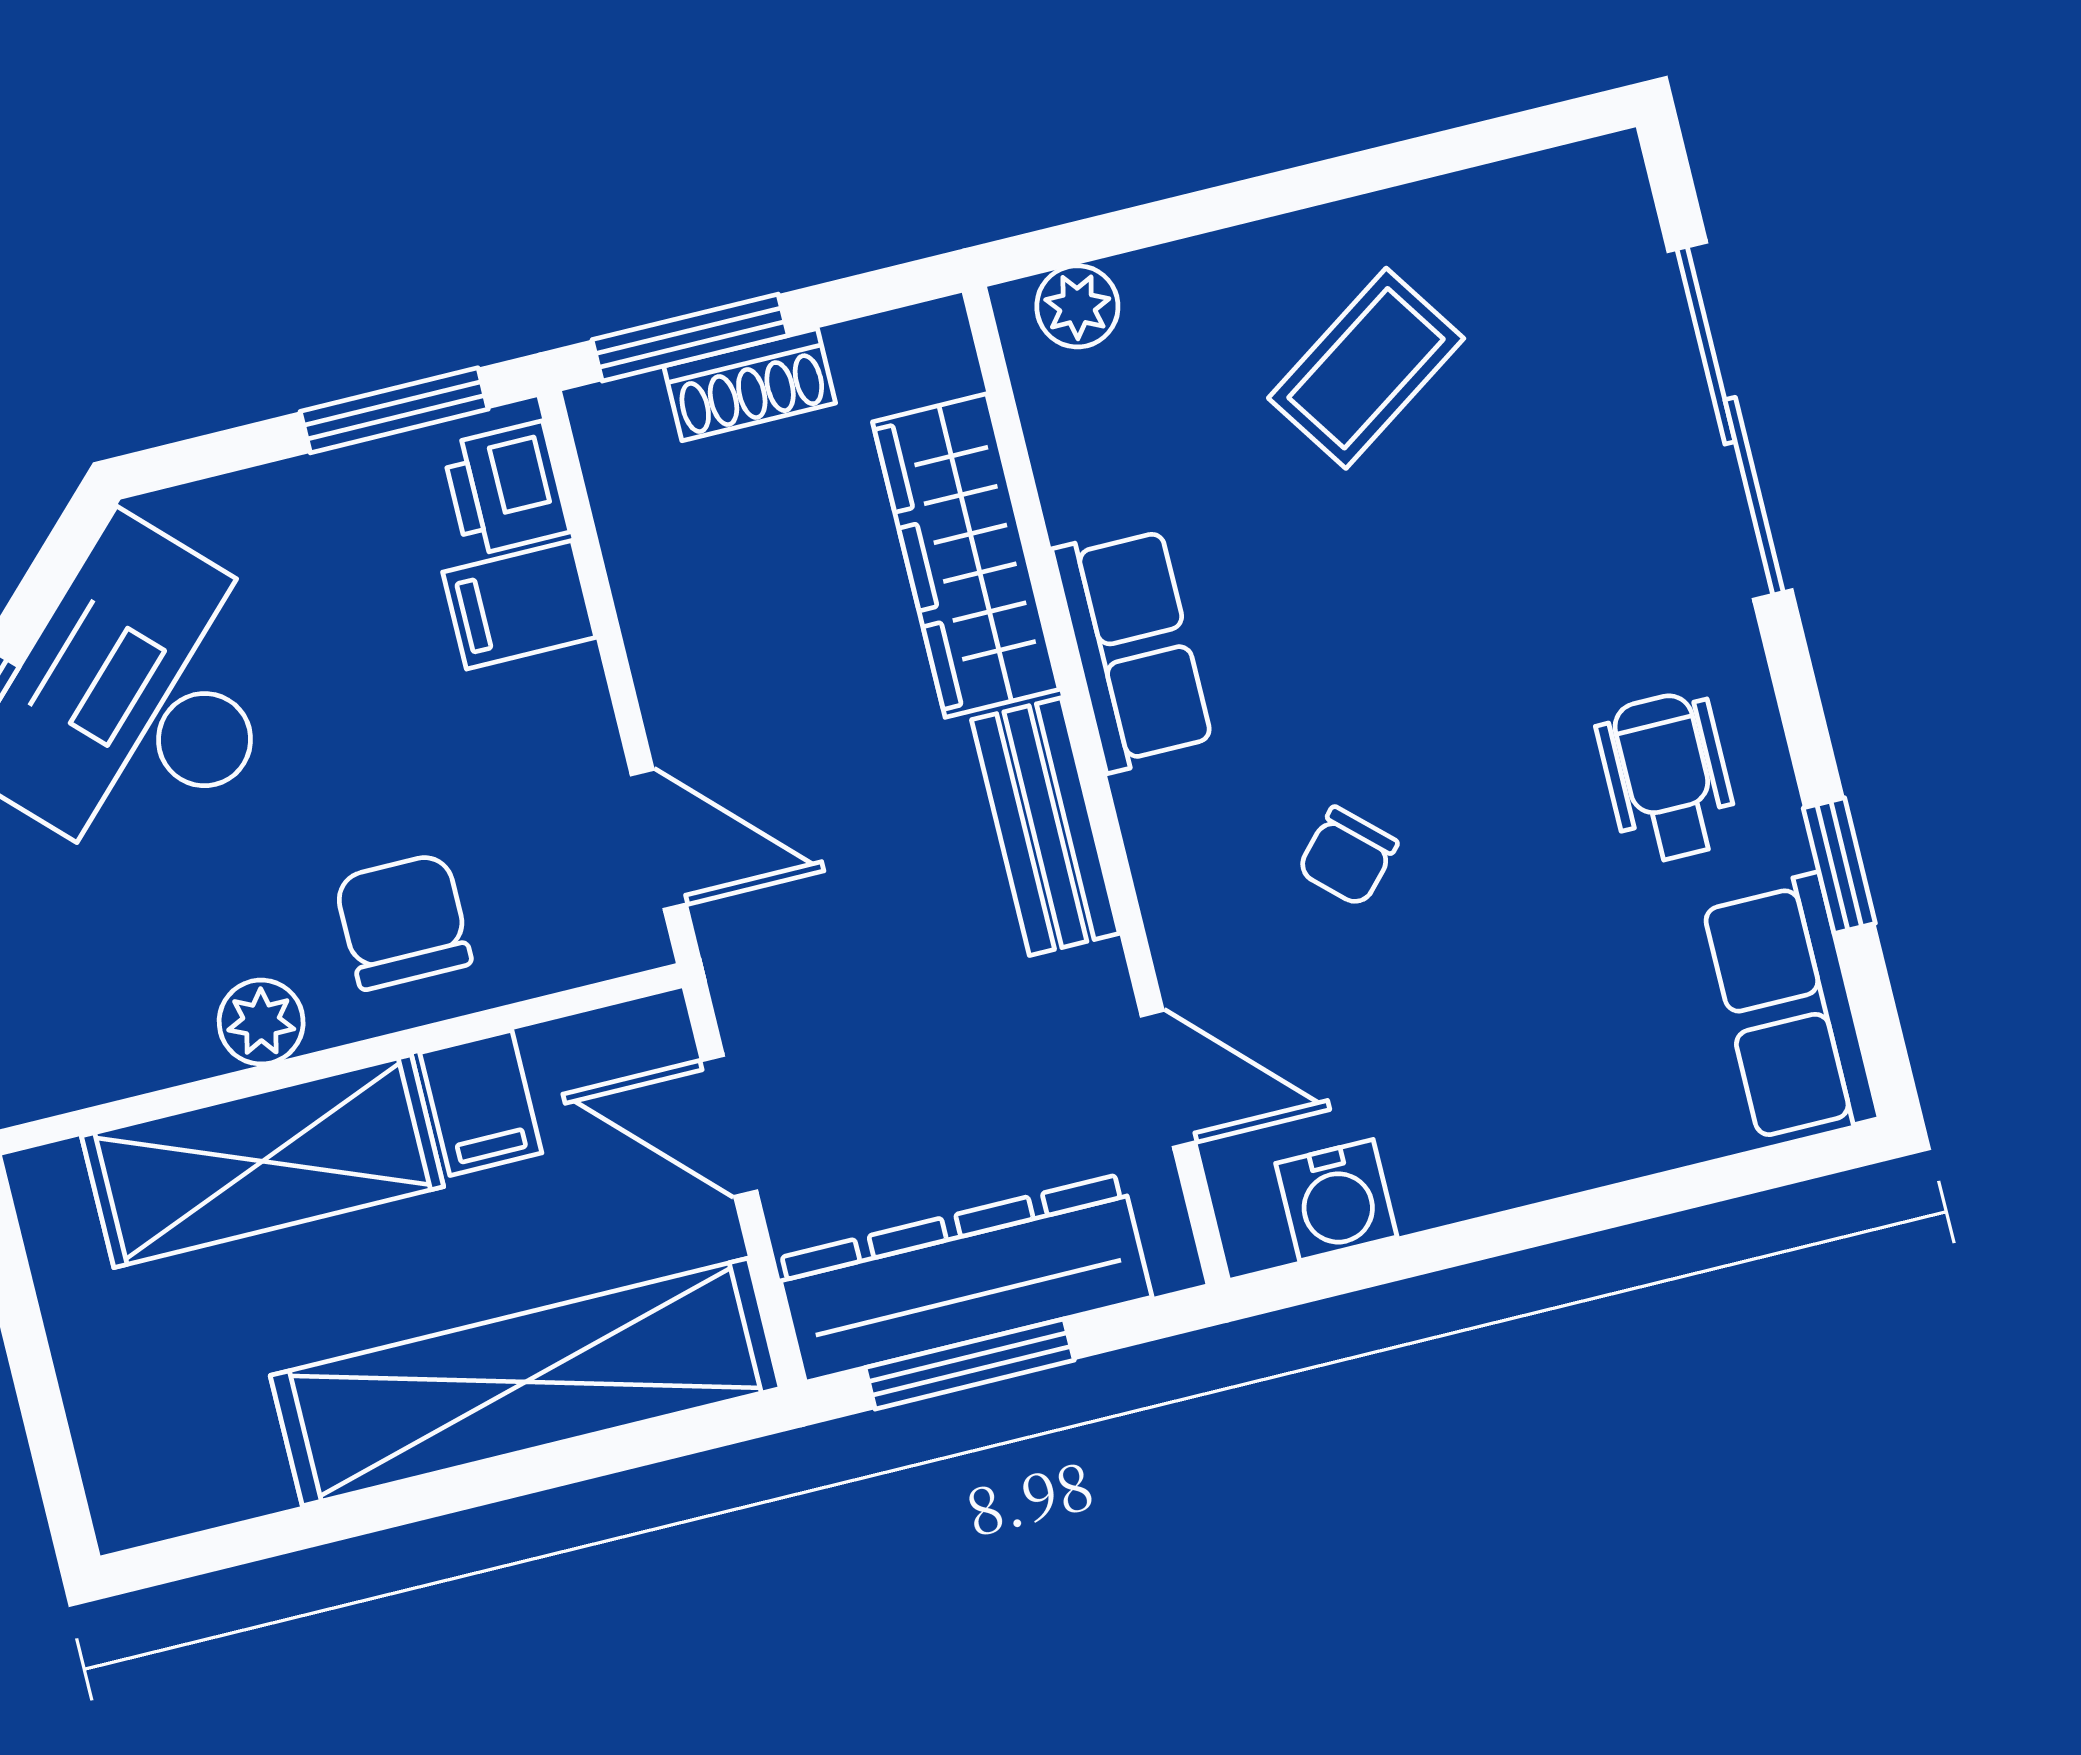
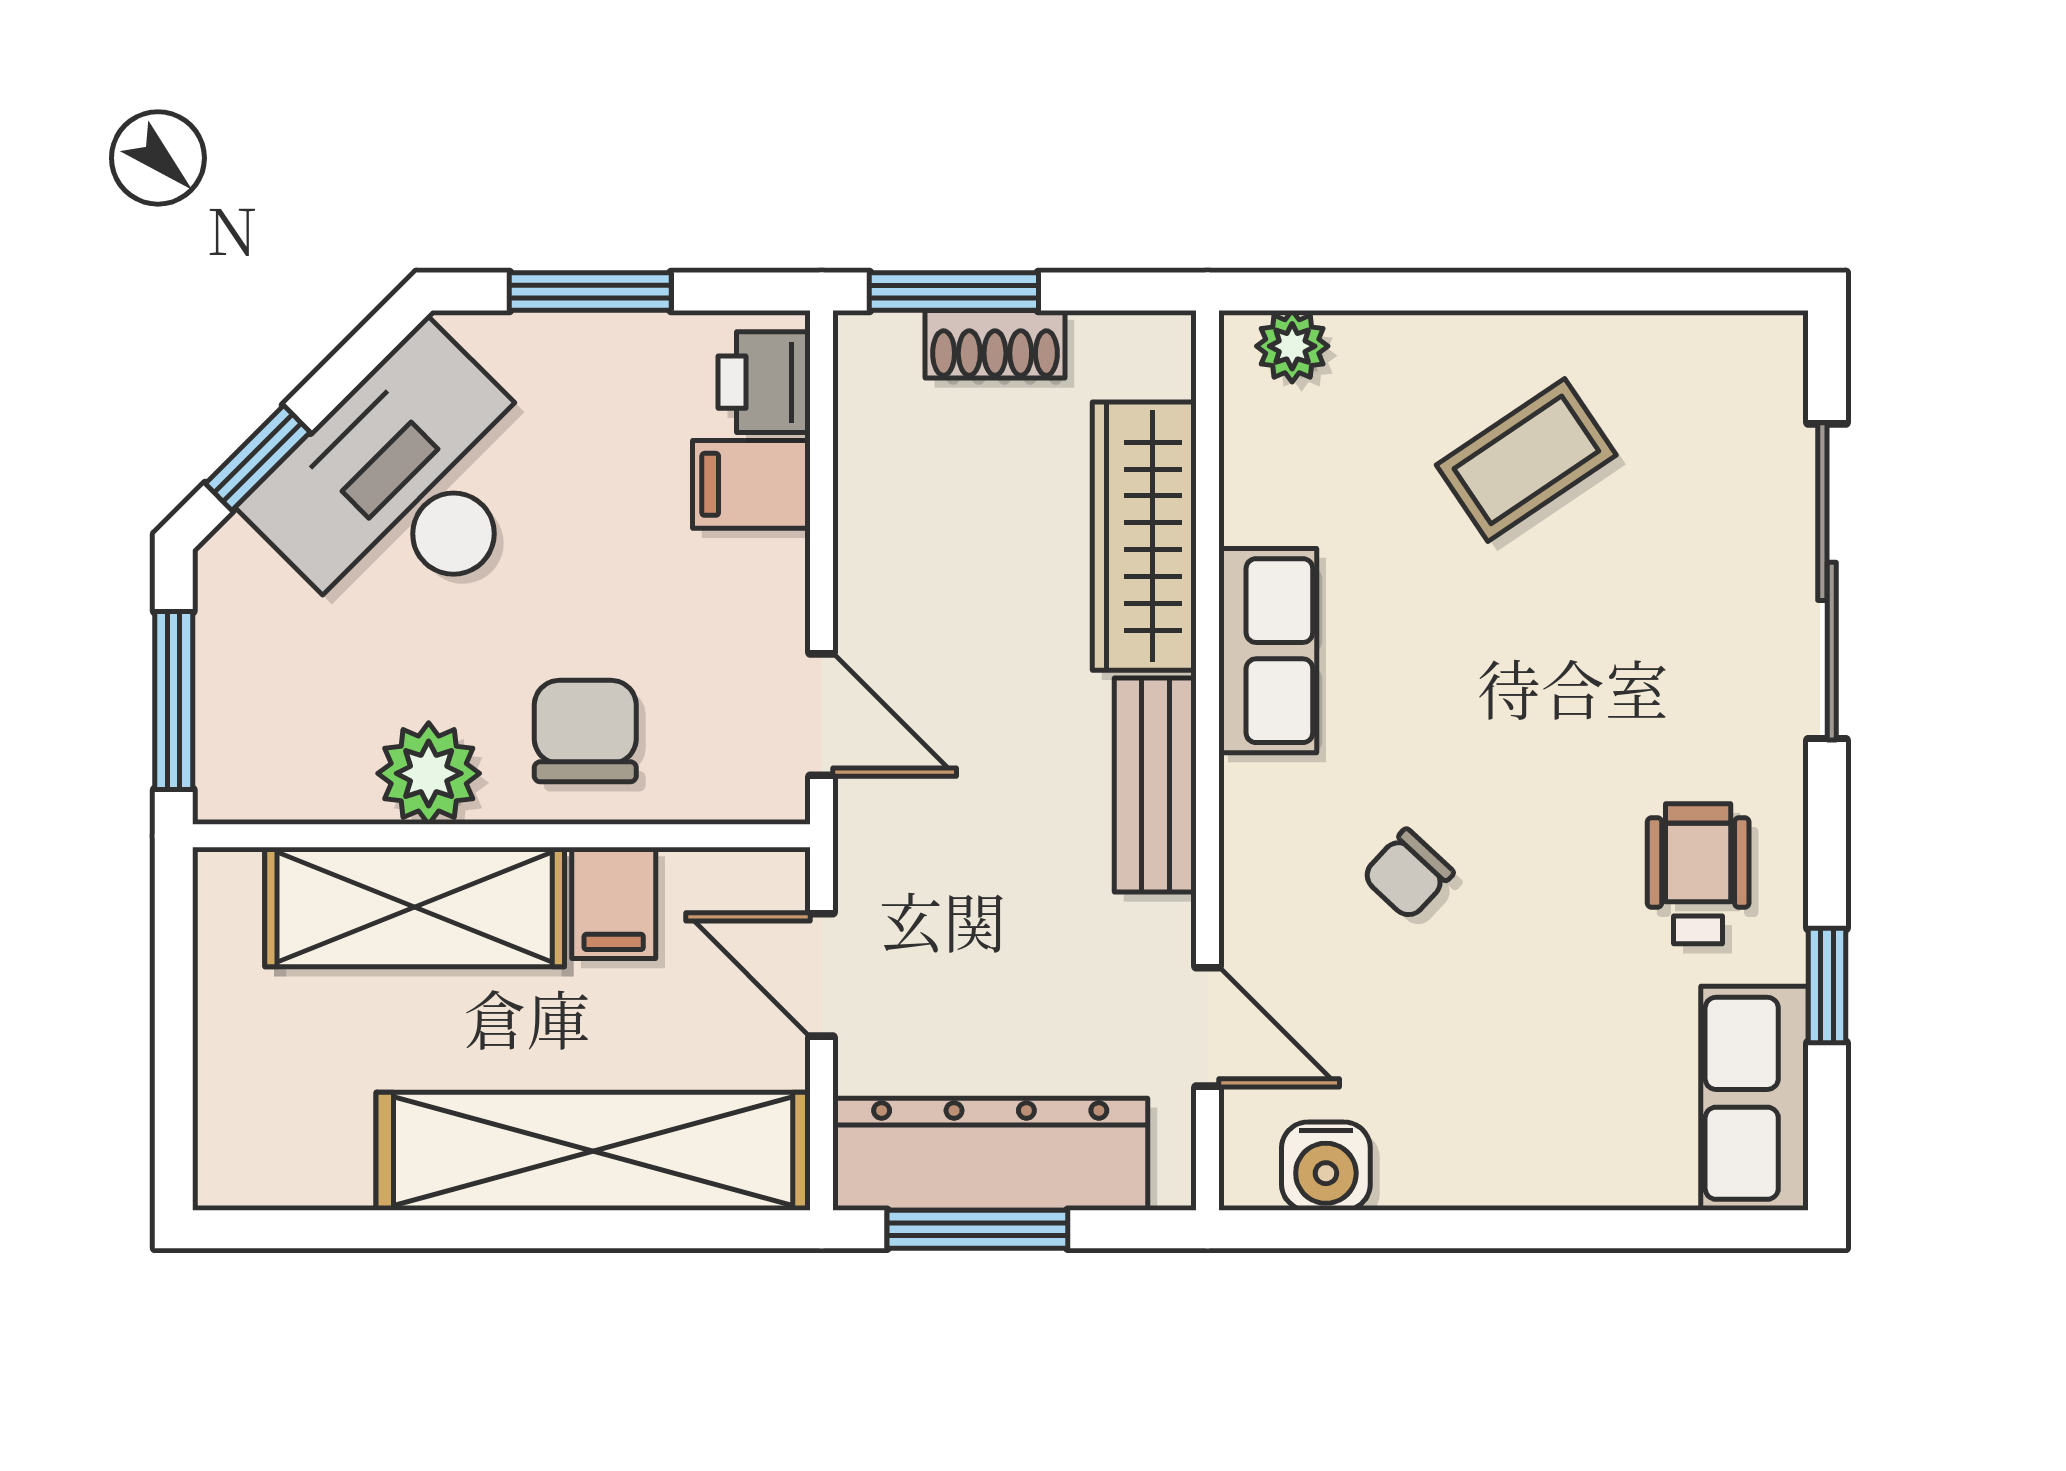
window: (394, 410) -> (590, 292), moved
plant: (261, 1022) -> (429, 773), width x1.38, depth x1.38

